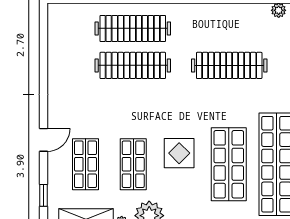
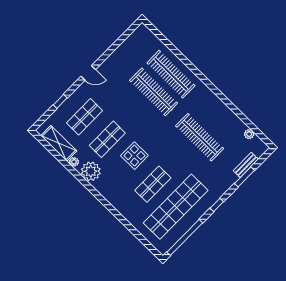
door: (44, 140) -> (88, 73), moved
shop shelf: (229, 164) -> (153, 184), width x0.70, depth x0.74
window: (44, 195) -> (60, 101), moved

